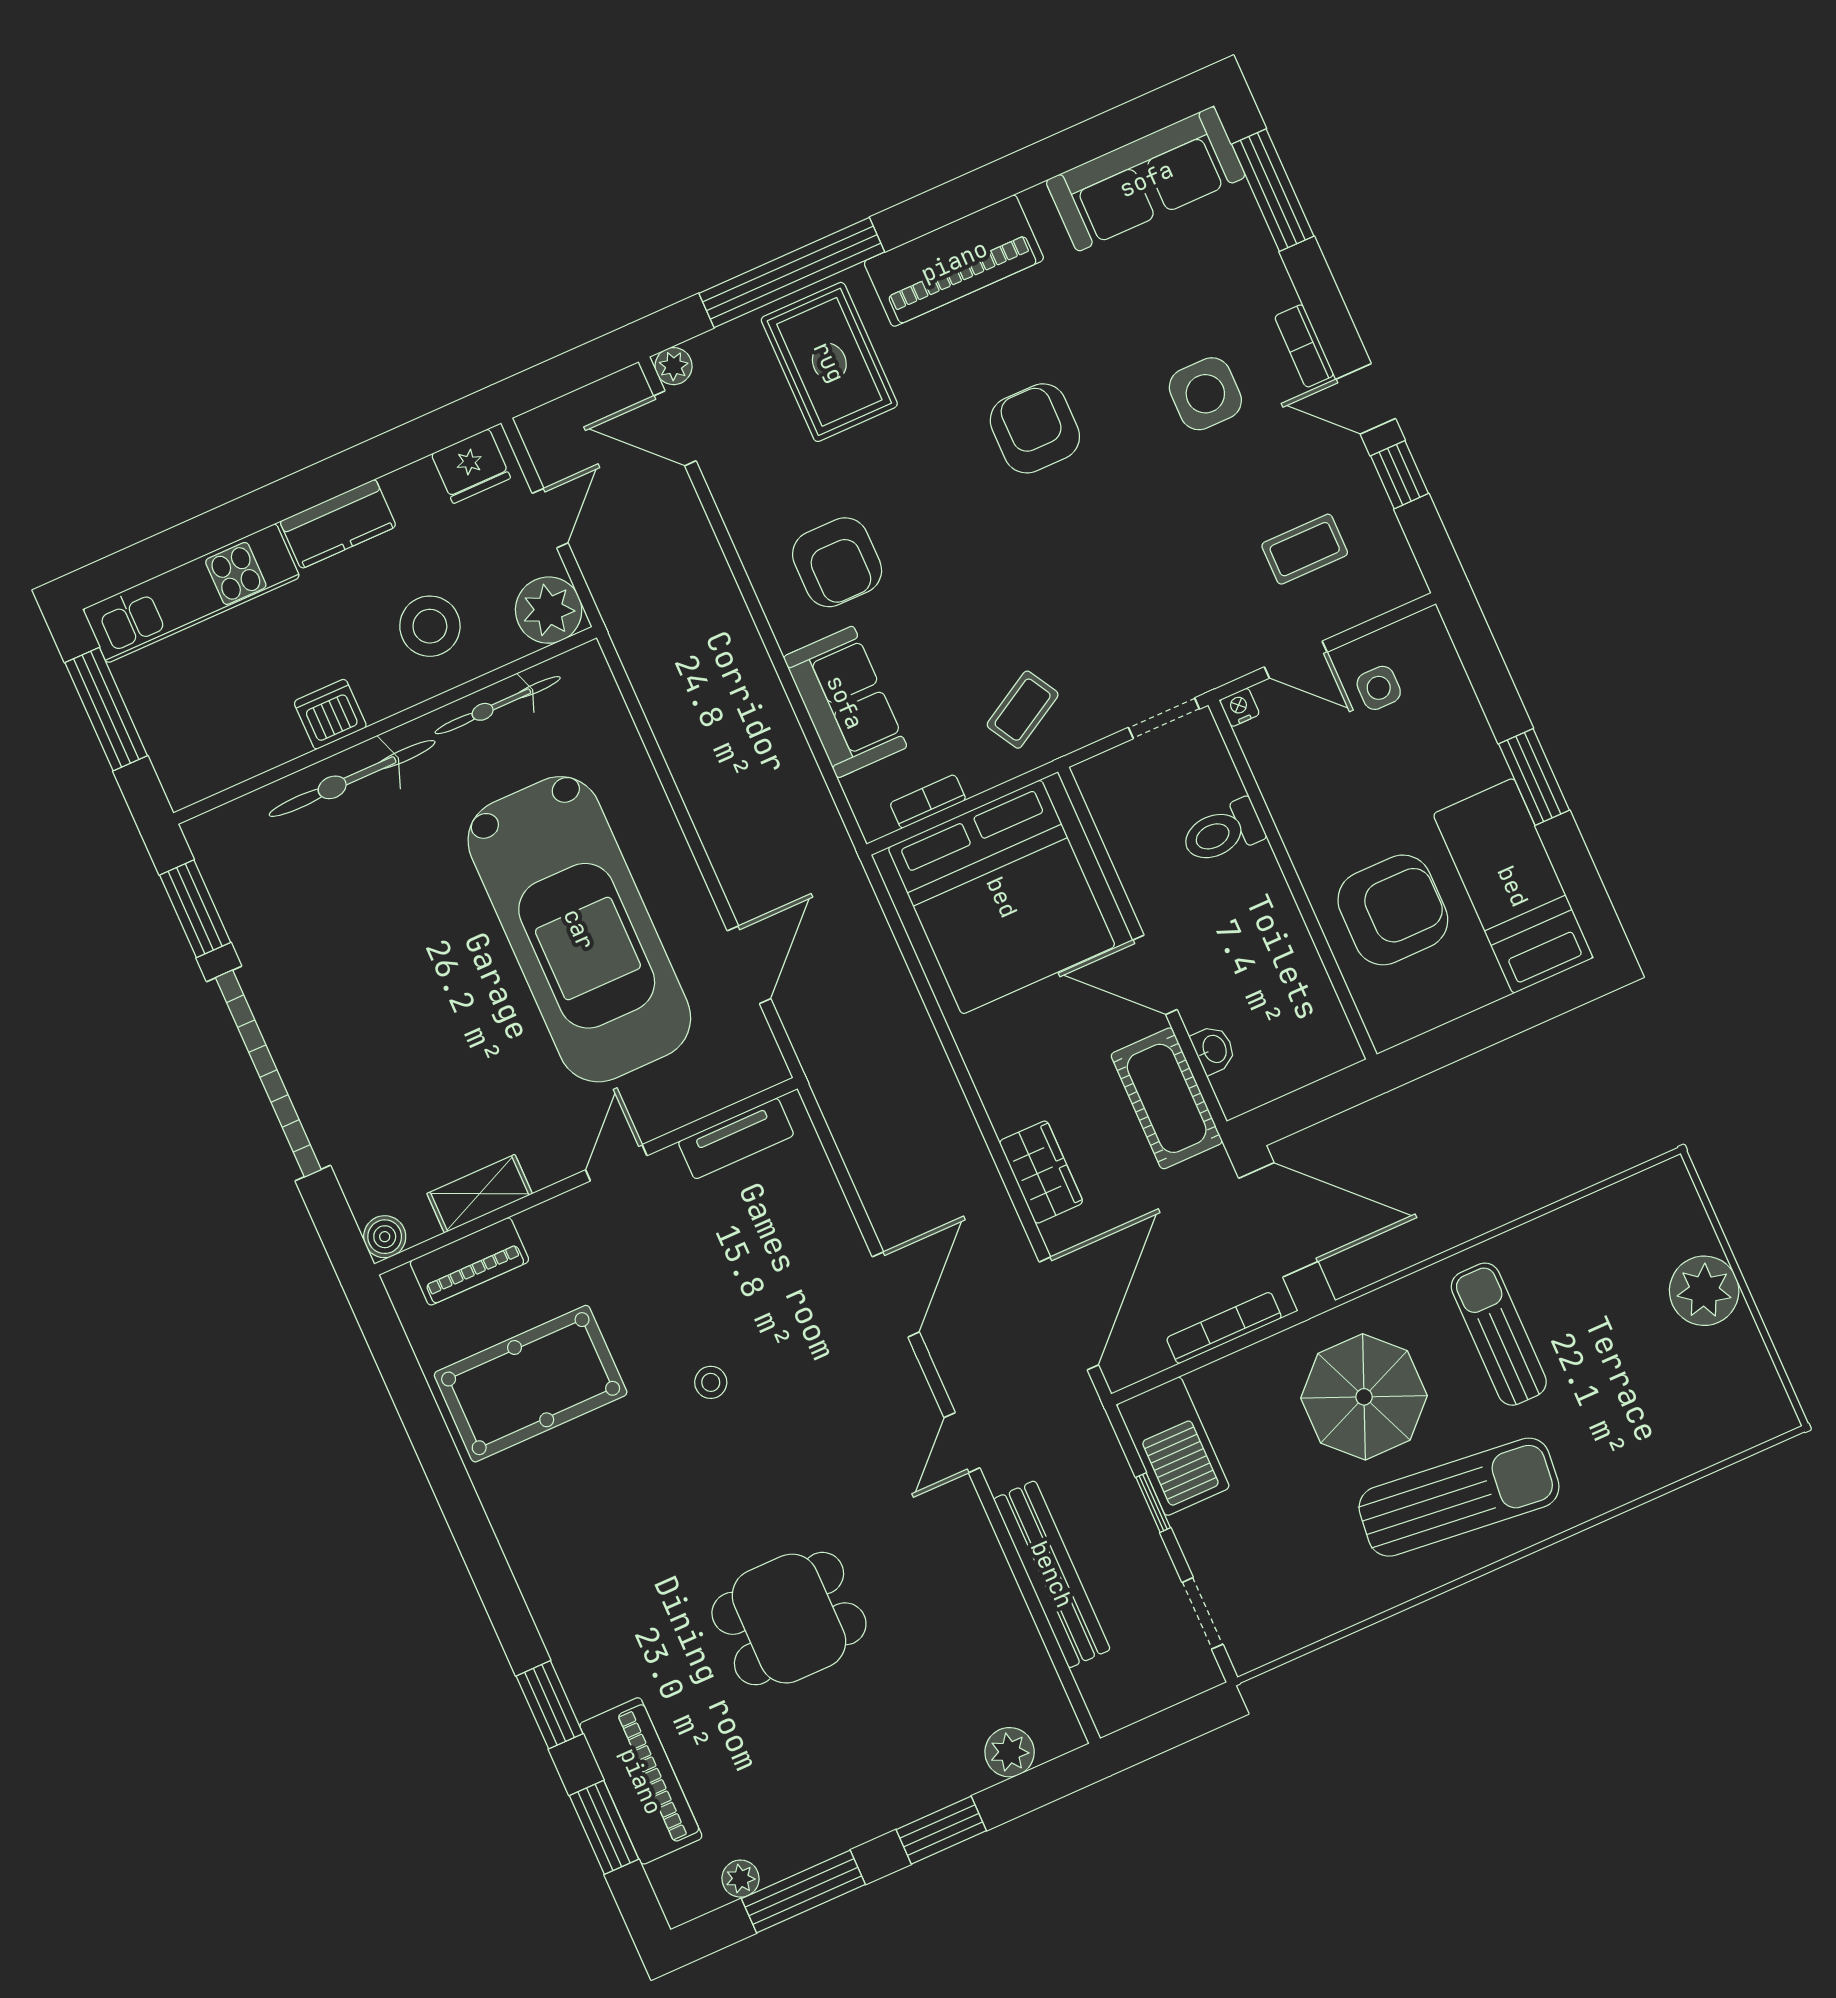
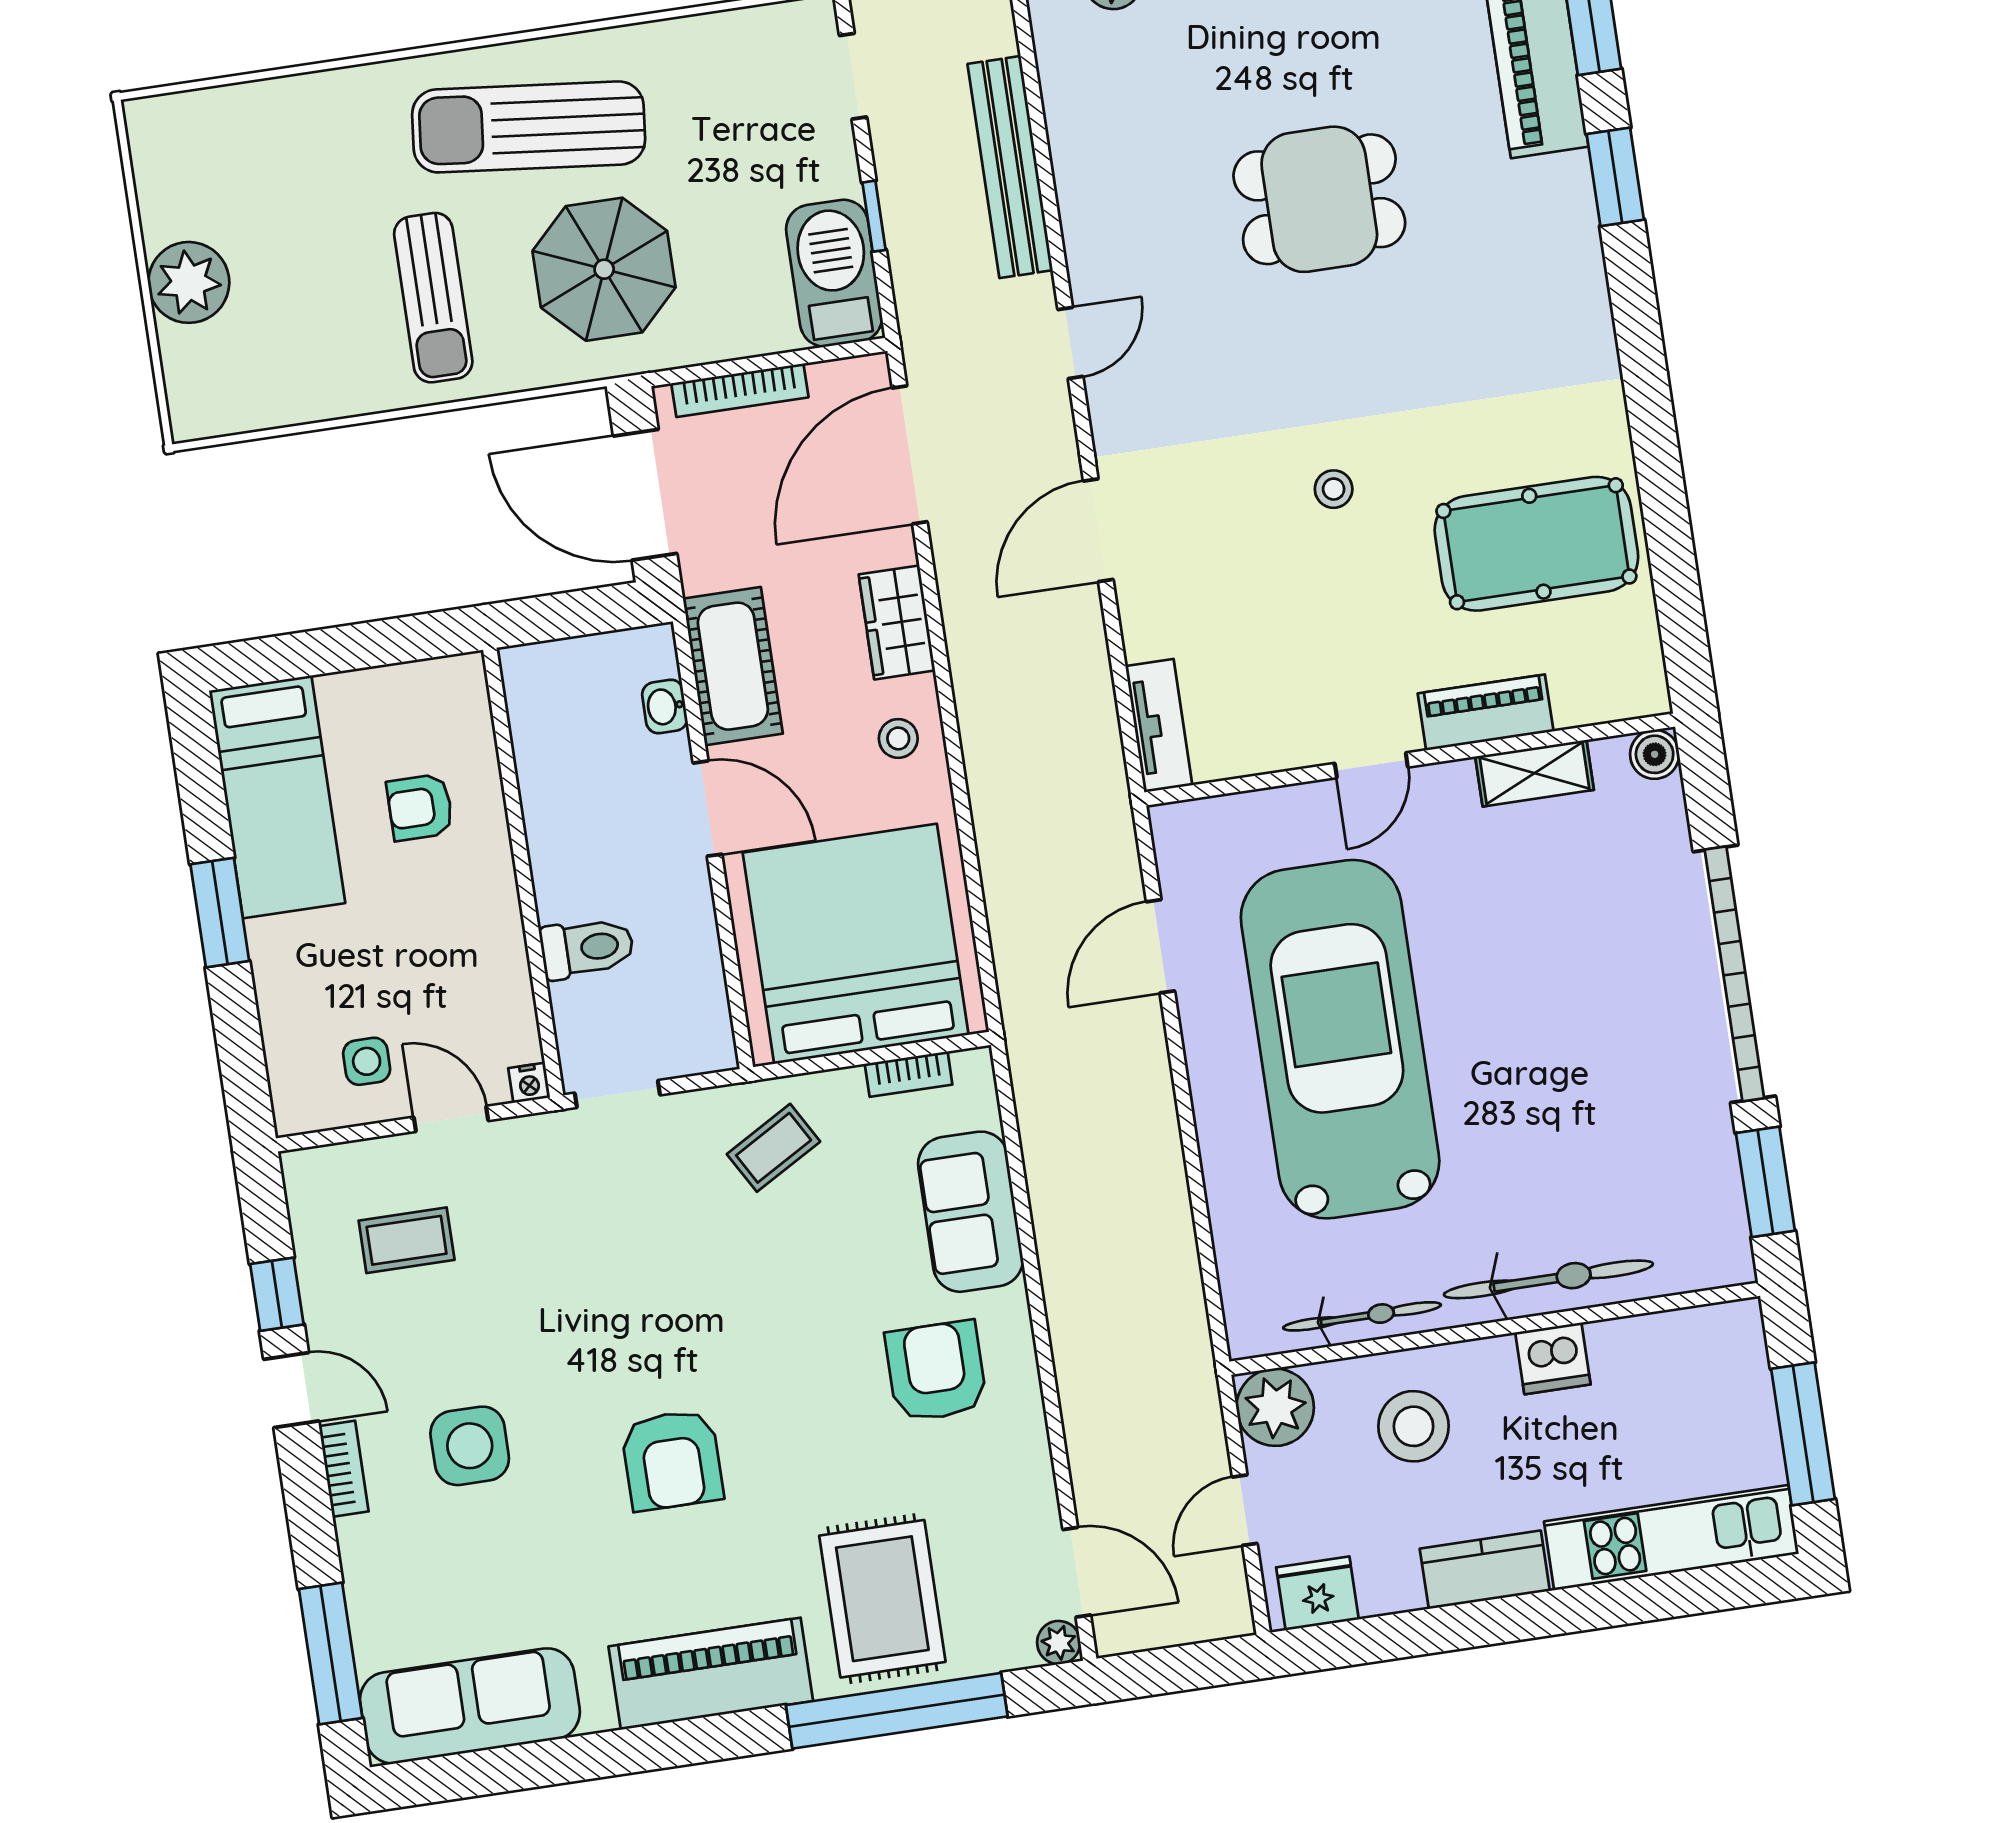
armchair: (1393, 910) -> (420, 807), width x0.53, depth x0.53
stool: (1013, 1076) -> (898, 738), added
tv unit: (736, 1139) -> (1159, 726), moved, turned 90
piano: (469, 1261) -> (1486, 712), moved

